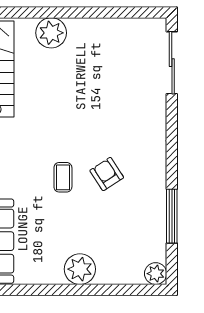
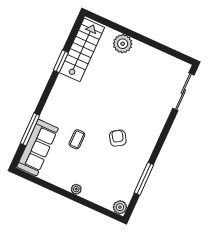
coffee table: (63, 177) -> (77, 139), moved
plant: (80, 269) -> (76, 189), width x0.53, depth x0.53

